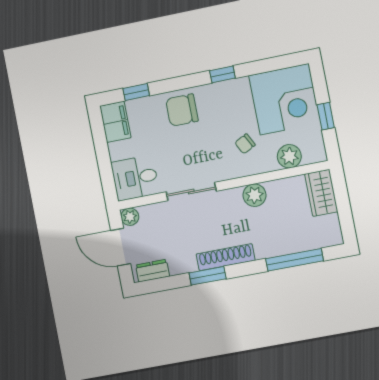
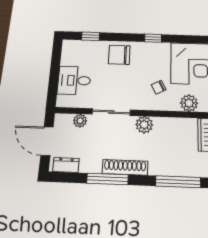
filing cabinet: (115, 122) -> (70, 52), removed
desk: (135, 178) -> (74, 80), moved
plant: (255, 195) -> (144, 125), moved
plant: (130, 217) -> (80, 121), moved
window: (208, 276) -> (107, 179), width x1.44

